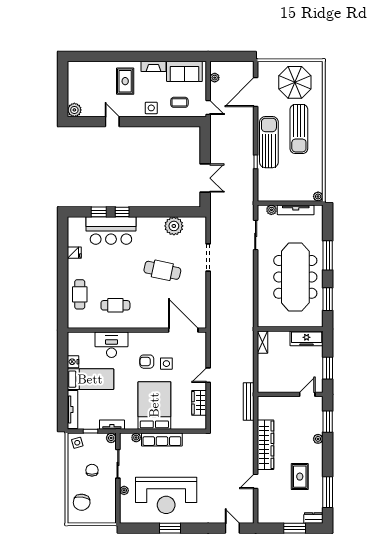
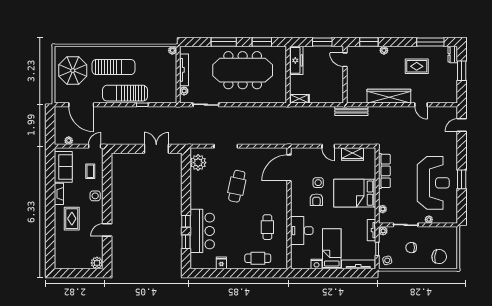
rug: (125, 81) -> (72, 219), turned 90
plant: (174, 226) -> (198, 163), moved
row of seats: (162, 440) -> (384, 171), moved

